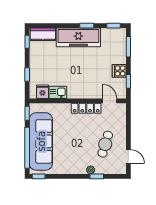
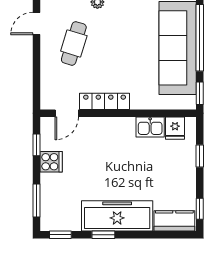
door: (110, 101) -> (67, 113), hinge flipped
door: (128, 157) -> (37, 23), hinge flipped

